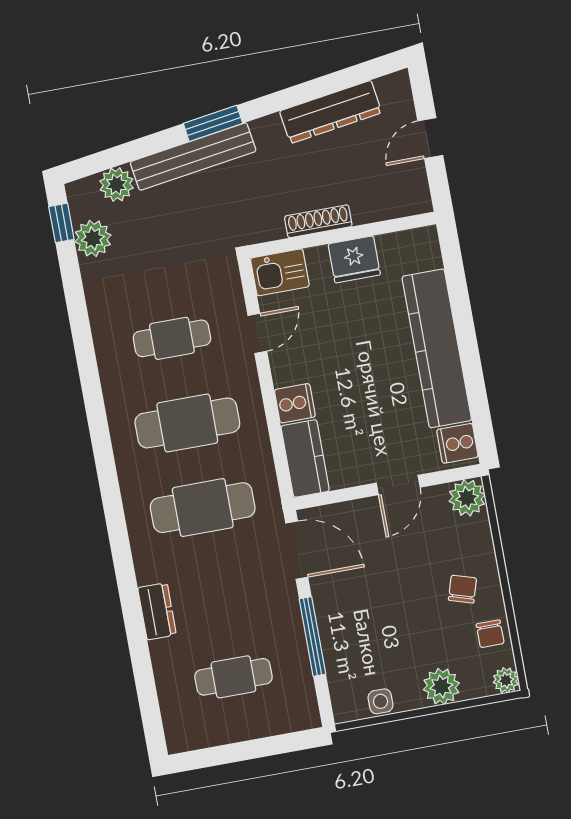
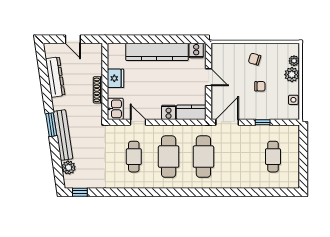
plant: (93, 238) -> (88, 181), removed
plant: (467, 498) -> (219, 51), removed
dresser: (157, 611) -> (241, 182), removed
chair: (490, 634) -> (260, 86), moved
window: (312, 636) -> (263, 122), width x0.46
plant: (506, 680) -> (294, 61), moved

